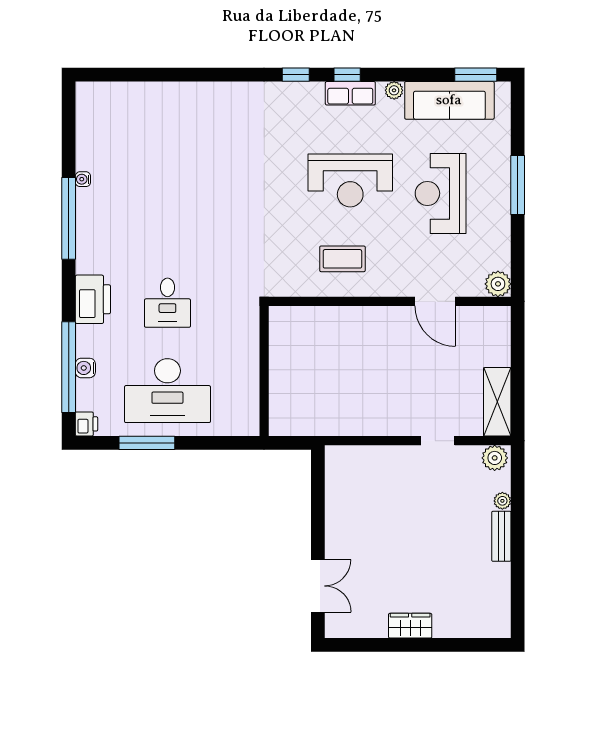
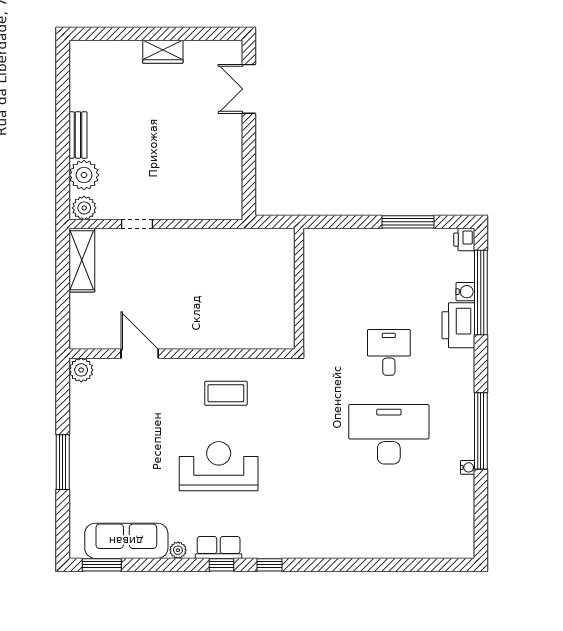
reception desk: (441, 193) -> (135, 454), removed
printer: (93, 299) -> (458, 325), moved
desk: (167, 391) -> (389, 434), moved
plant: (502, 501) -> (84, 175), width x1.87, depth x1.87

